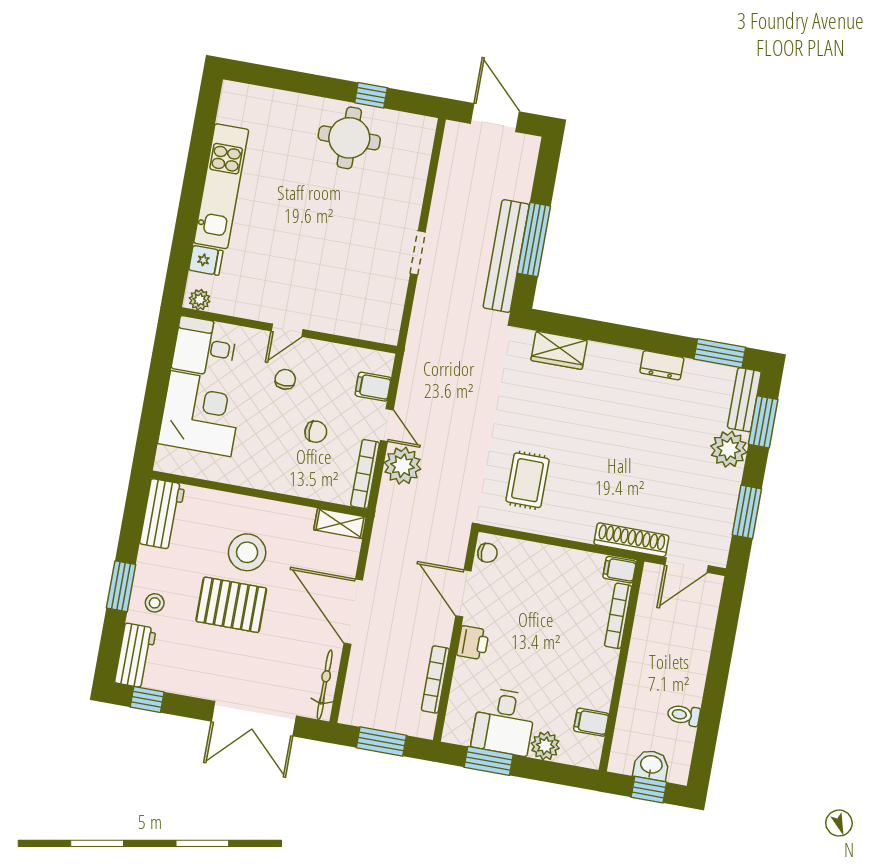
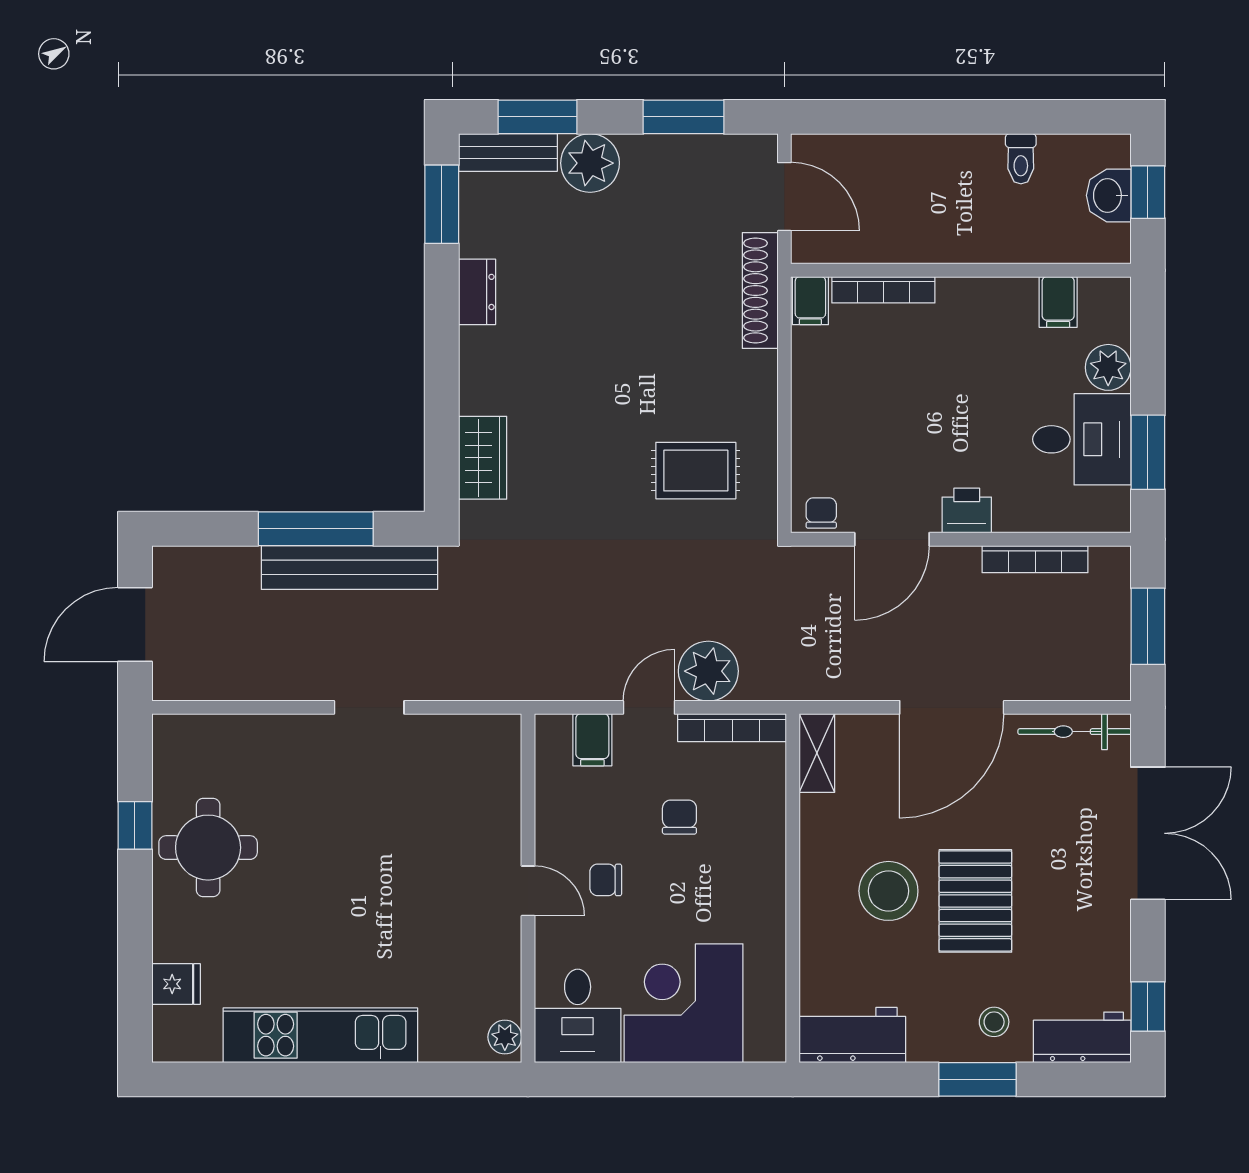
fridge: (206, 260) -> (176, 984), moved, turned 90

